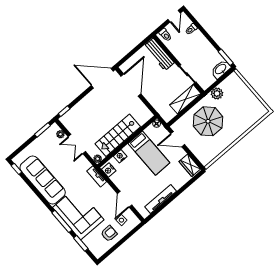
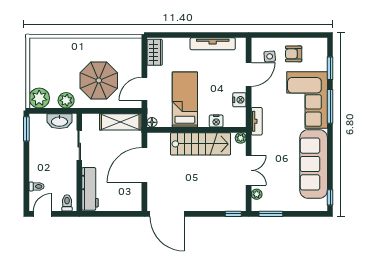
washbasin: (221, 69) -> (59, 121), moved
plant: (234, 81) -> (39, 98), added
door: (131, 85) -> (144, 165), moved
shelving: (185, 99) -> (120, 122), moved
door: (178, 139) -> (144, 89), swing flipped
nightstand: (109, 170) -> (239, 100), moved

